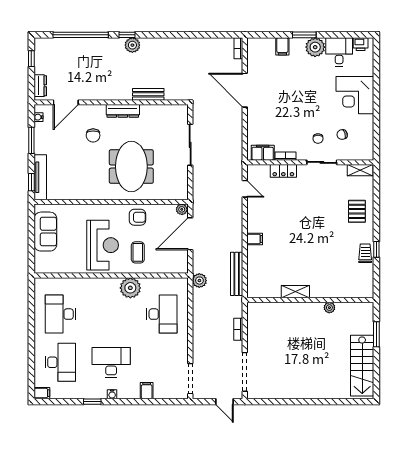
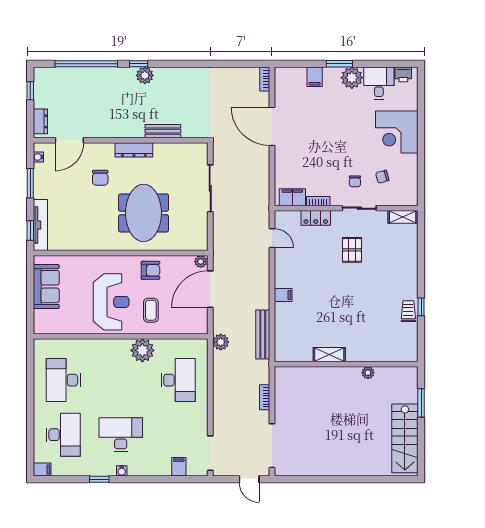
pallet: (357, 211) -> (352, 250), moved
filing cabinet: (147, 391) -> (179, 467), moved

